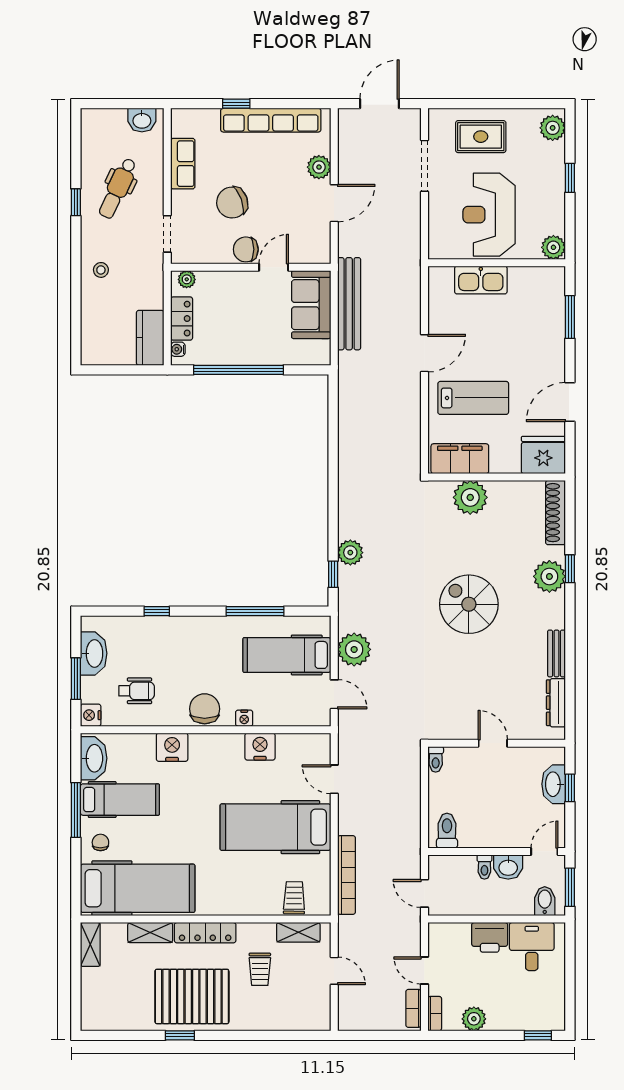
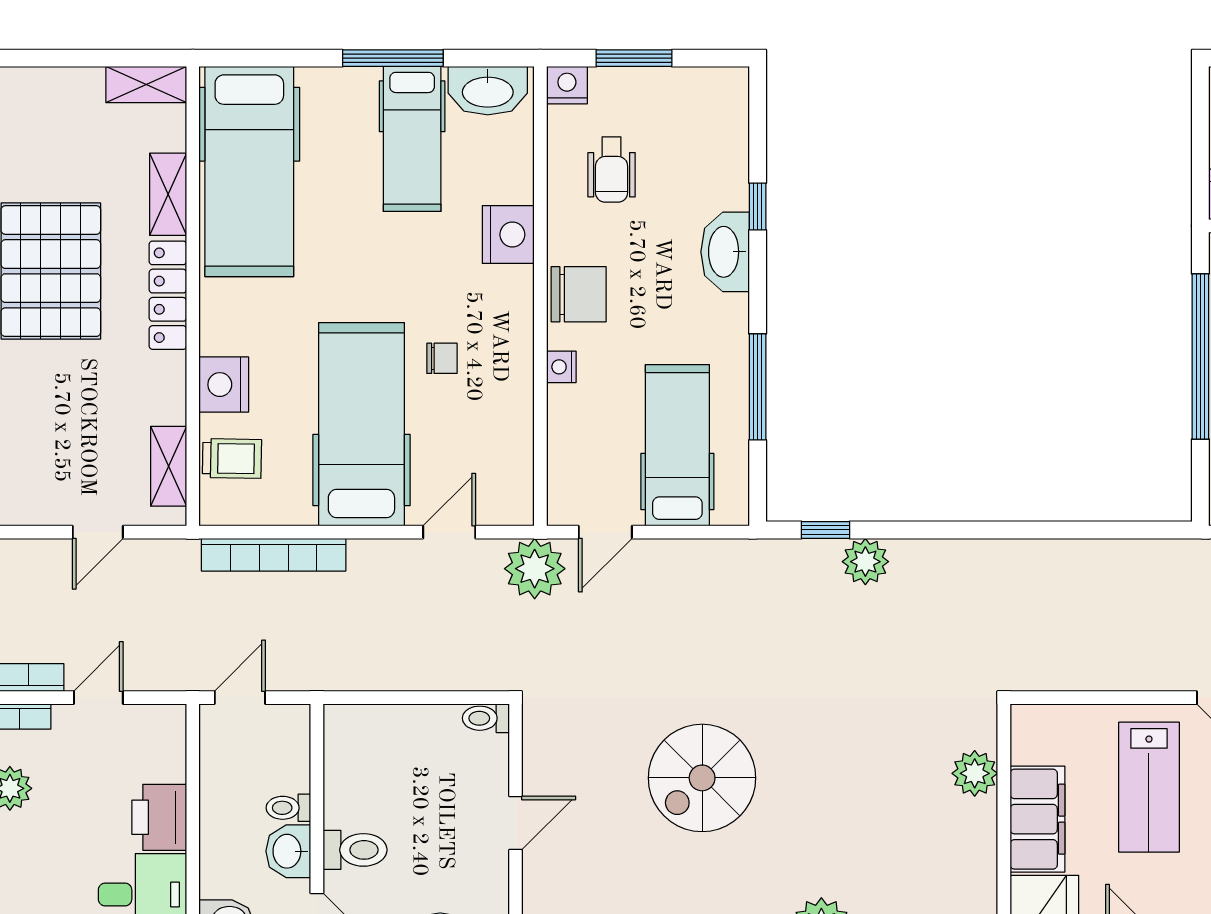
filing cabinet: (460, 459) -> (1038, 819), moved
plant: (470, 497) -> (975, 773), width x0.73, depth x0.73
spiral stairs: (469, 604) -> (702, 778), moved, turned 180
plant: (354, 649) -> (535, 569), moved
washbasin: (94, 653) -> (725, 252), moved, turned 90
nightstand: (260, 747) -> (224, 385), moved, turned 180
toilet: (447, 831) -> (355, 850), moved
chair: (100, 842) -> (442, 358), moved
trolley: (260, 969) -> (101, 396), removed

